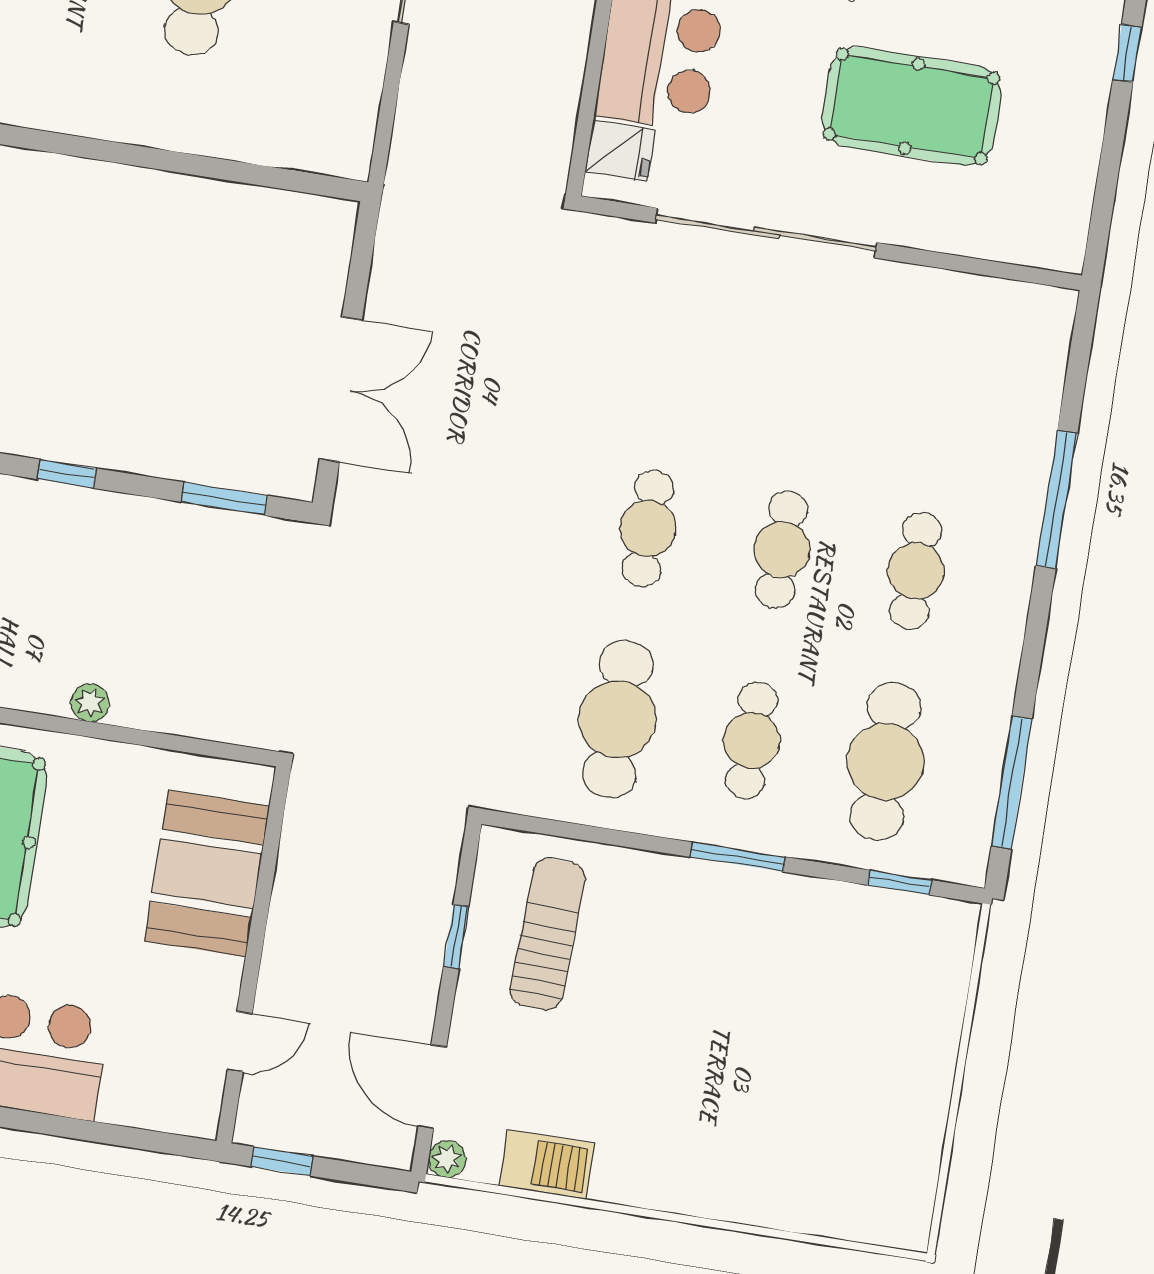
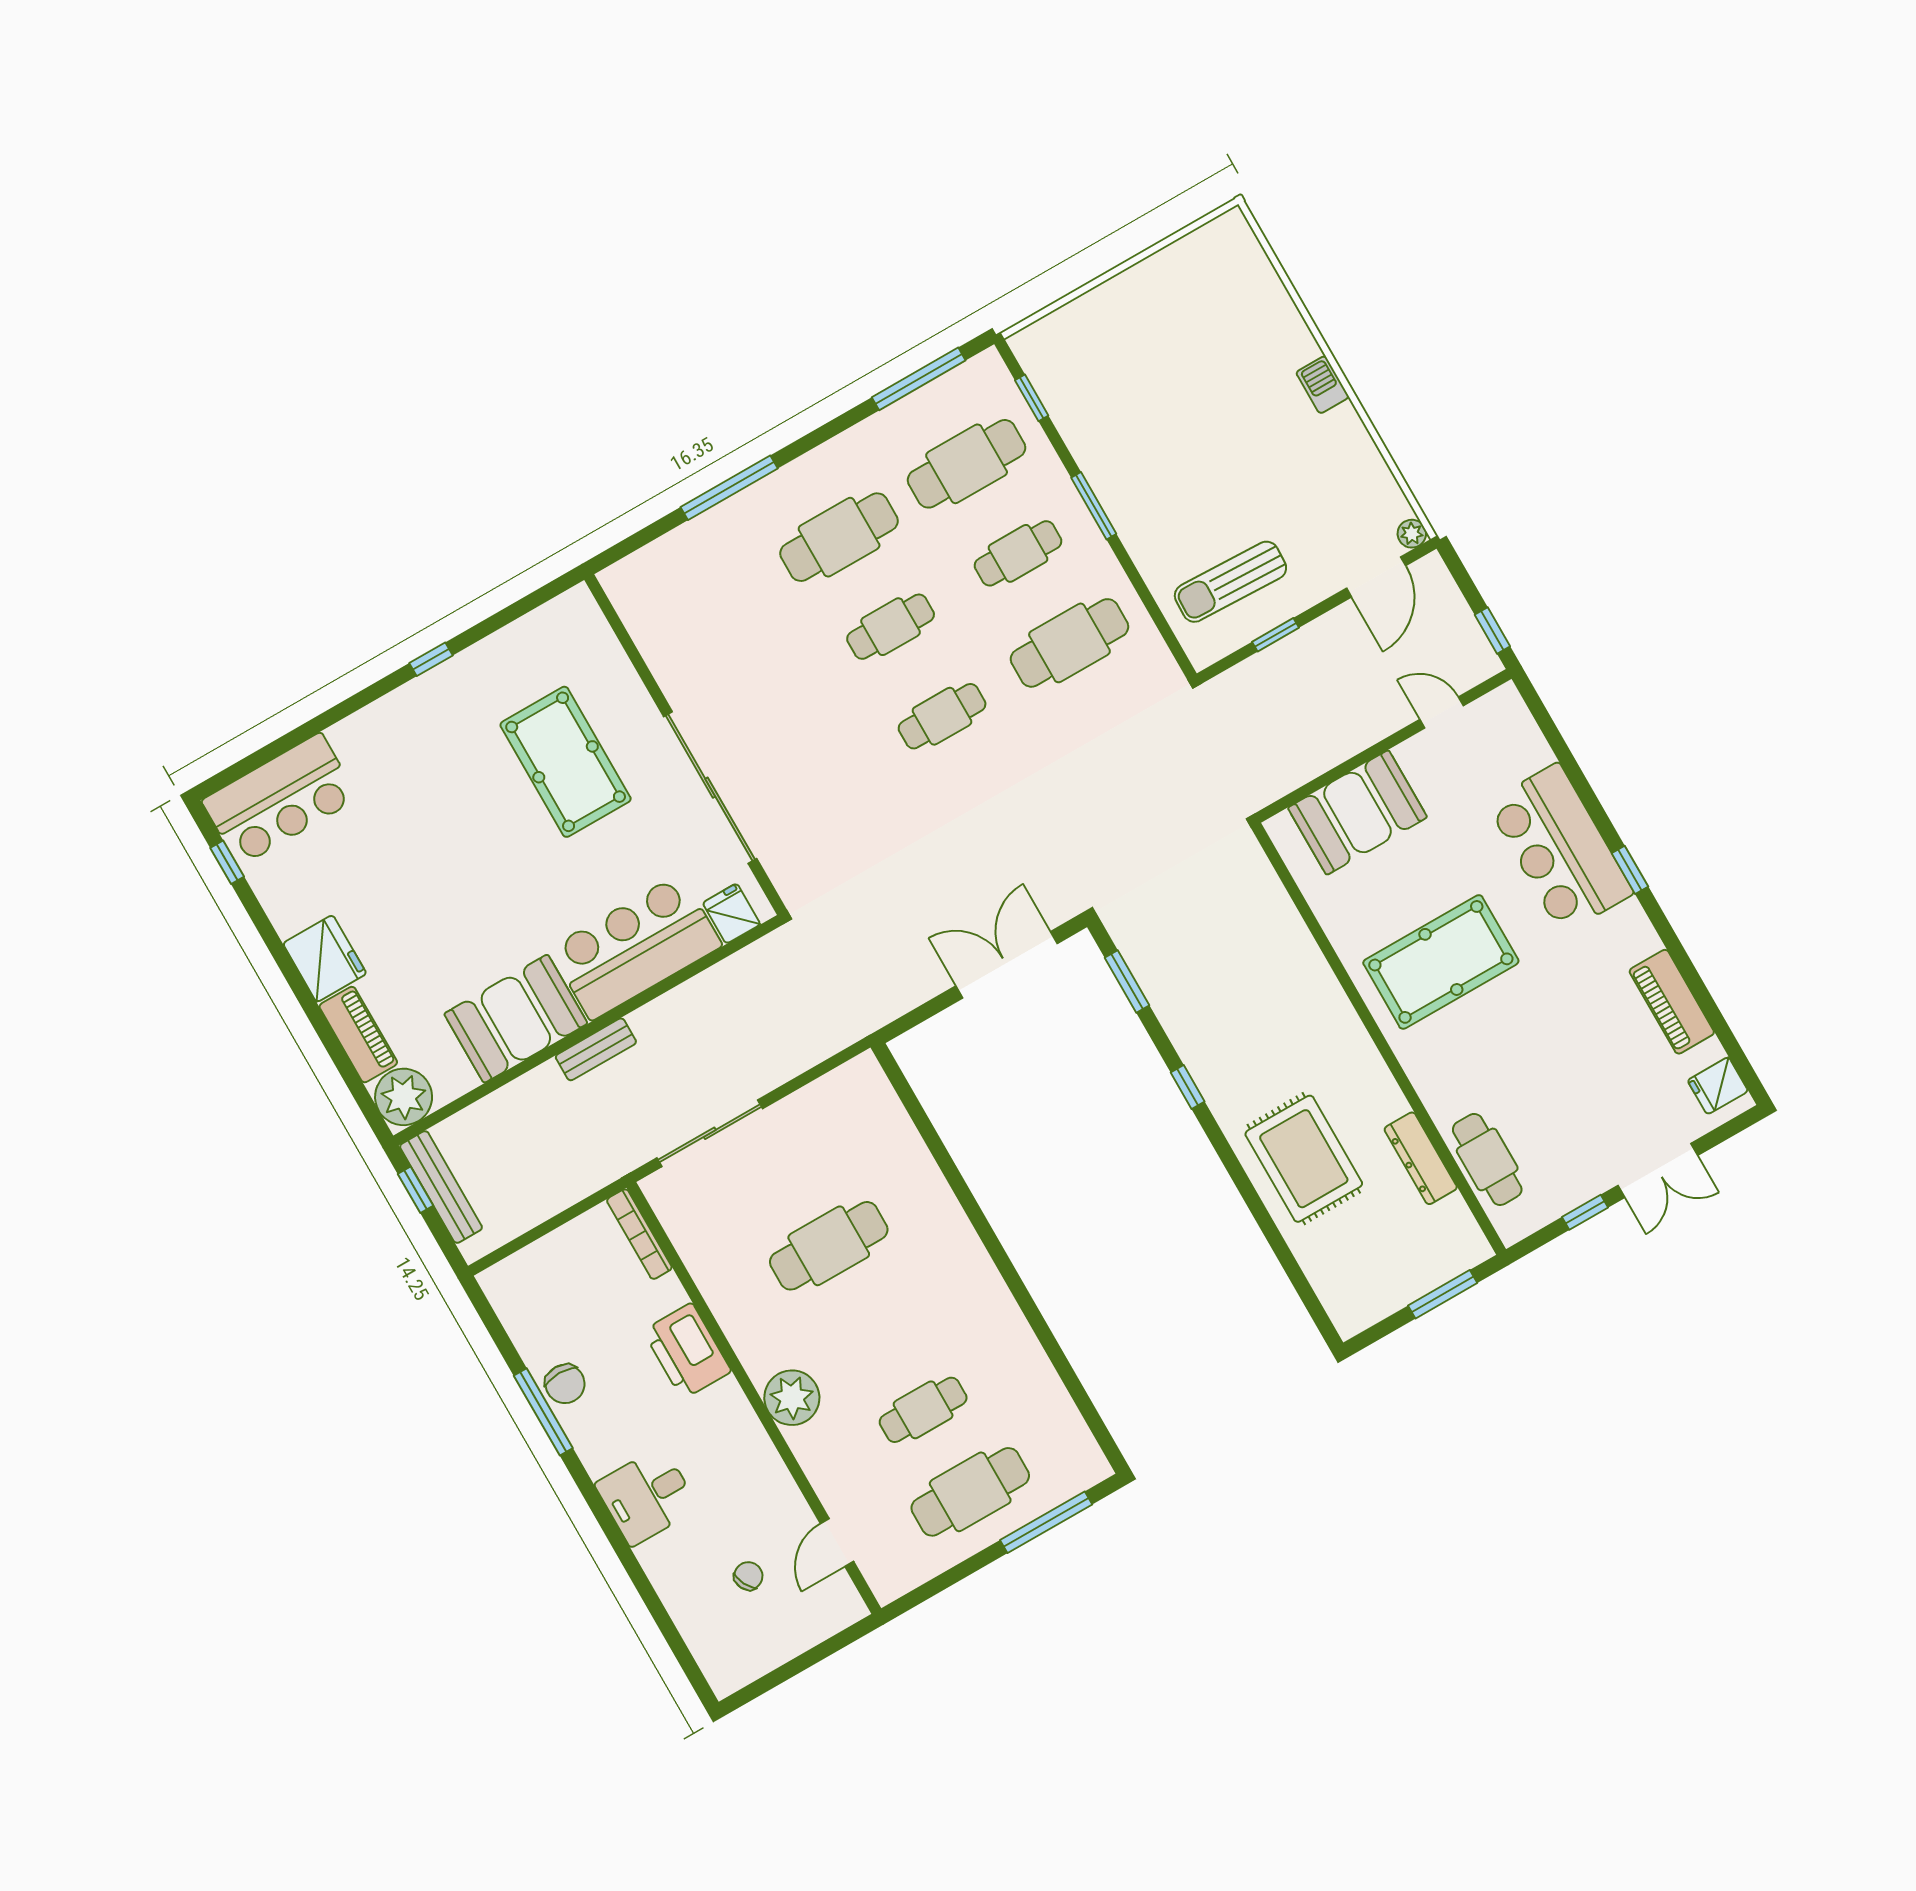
cafe table: (916, 571) -> (839, 537), width x1.37, depth x1.35
plant: (90, 703) -> (1312, 964), removed
barbecue: (547, 1164) -> (1322, 385), moved, width x0.73, depth x0.79

